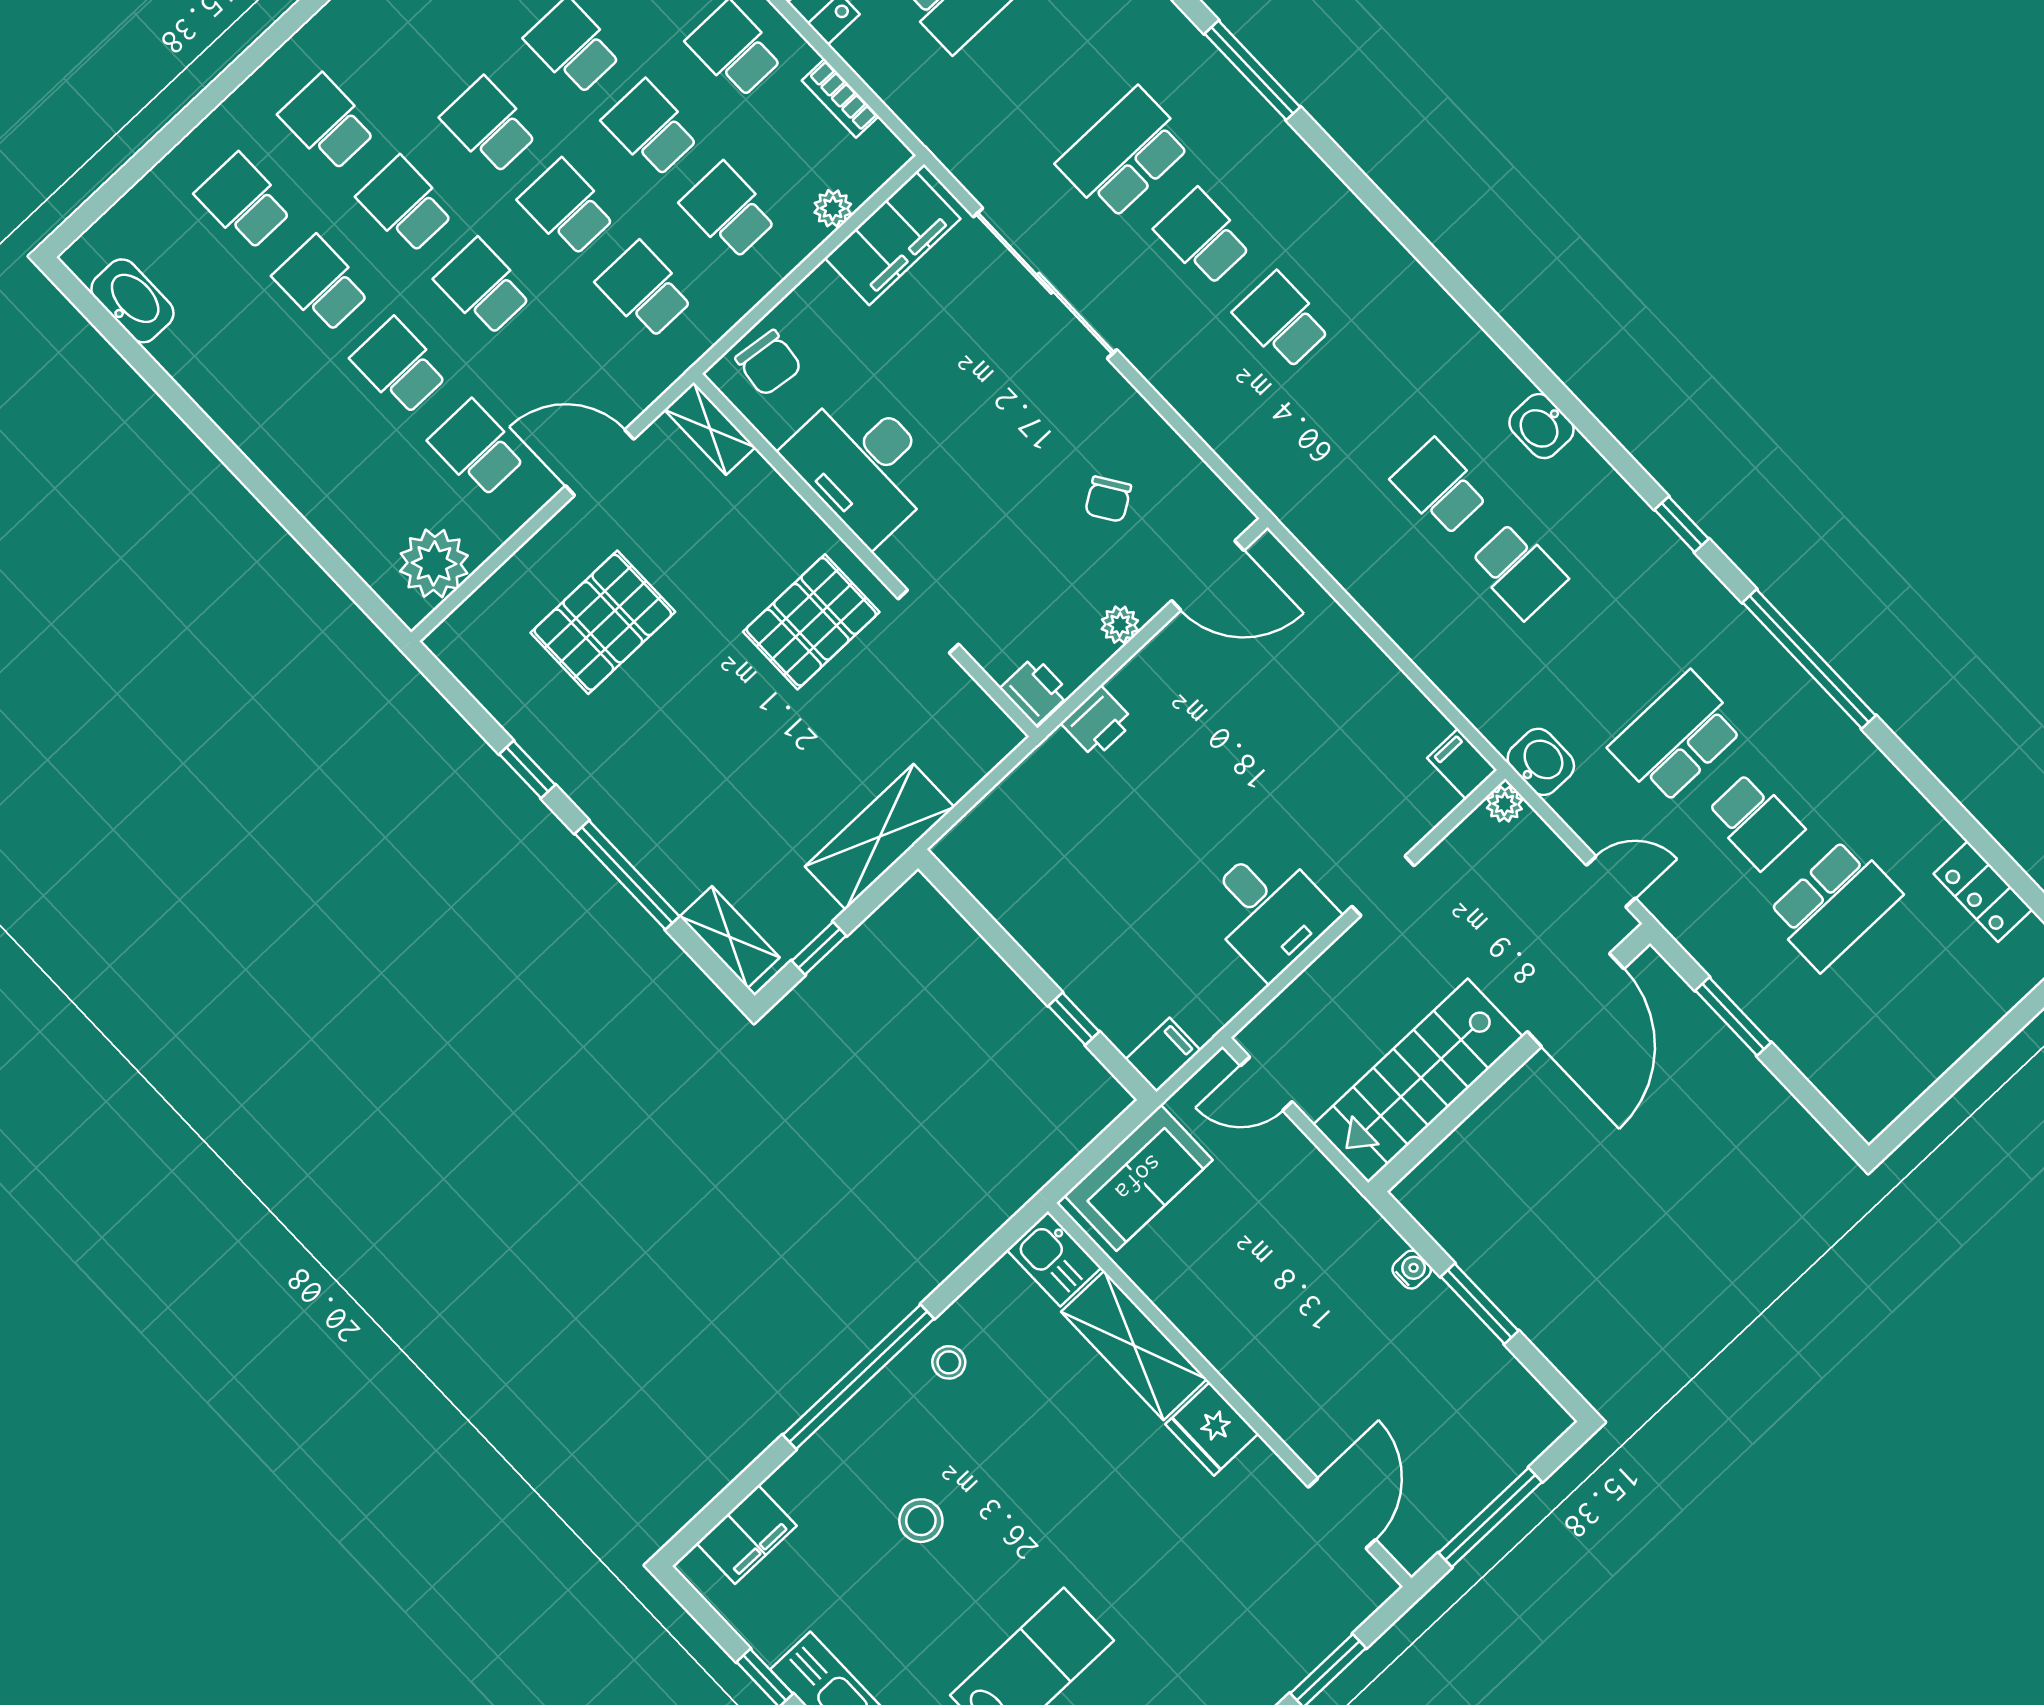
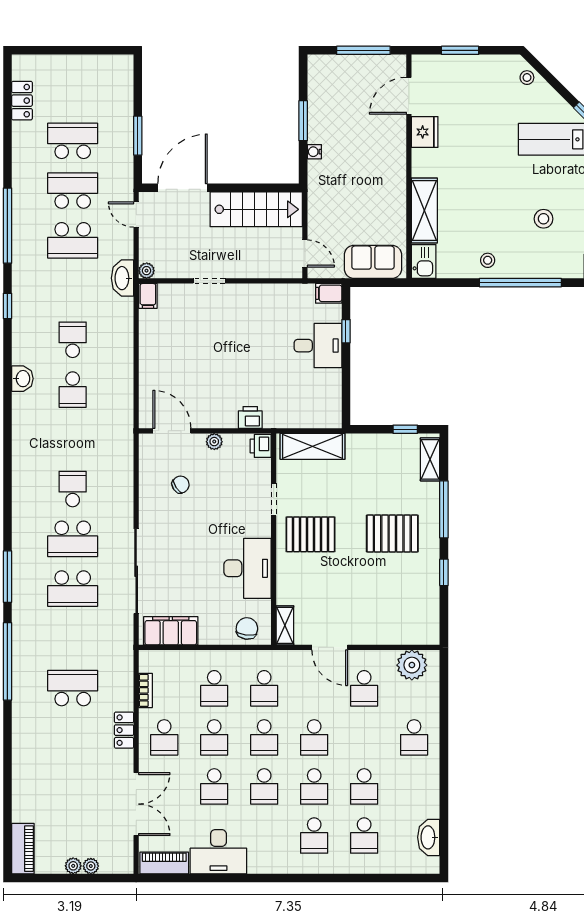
plant: (833, 208) -> (181, 658), removed
school desk: (1203, 237) -> (73, 539), width x1.85
school desk: (1282, 320) -> (73, 489), turned 180
school desk: (399, 366) -> (414, 737), moved
pallet: (603, 622) -> (392, 534), moved
washbasin: (1541, 762) -> (123, 278), width x1.38
school desk: (1755, 821) -> (73, 191), width x1.85
shelving: (880, 837) -> (313, 446), moved
desk: (1269, 910) -> (318, 346), moved, turned 90
fridge: (1212, 1429) -> (425, 132), moved

